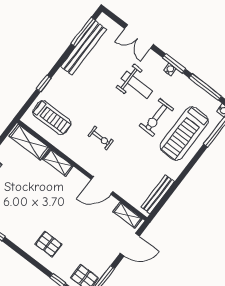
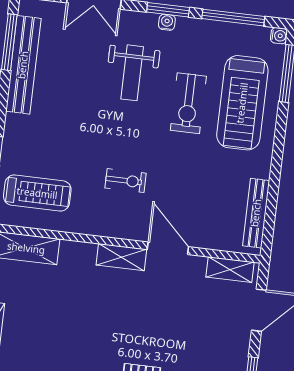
weight bench: (137, 85) -> (132, 73), turned 90
shelving: (58, 162) -> (121, 257), moved
door: (102, 185) -> (168, 248), swing flipped

